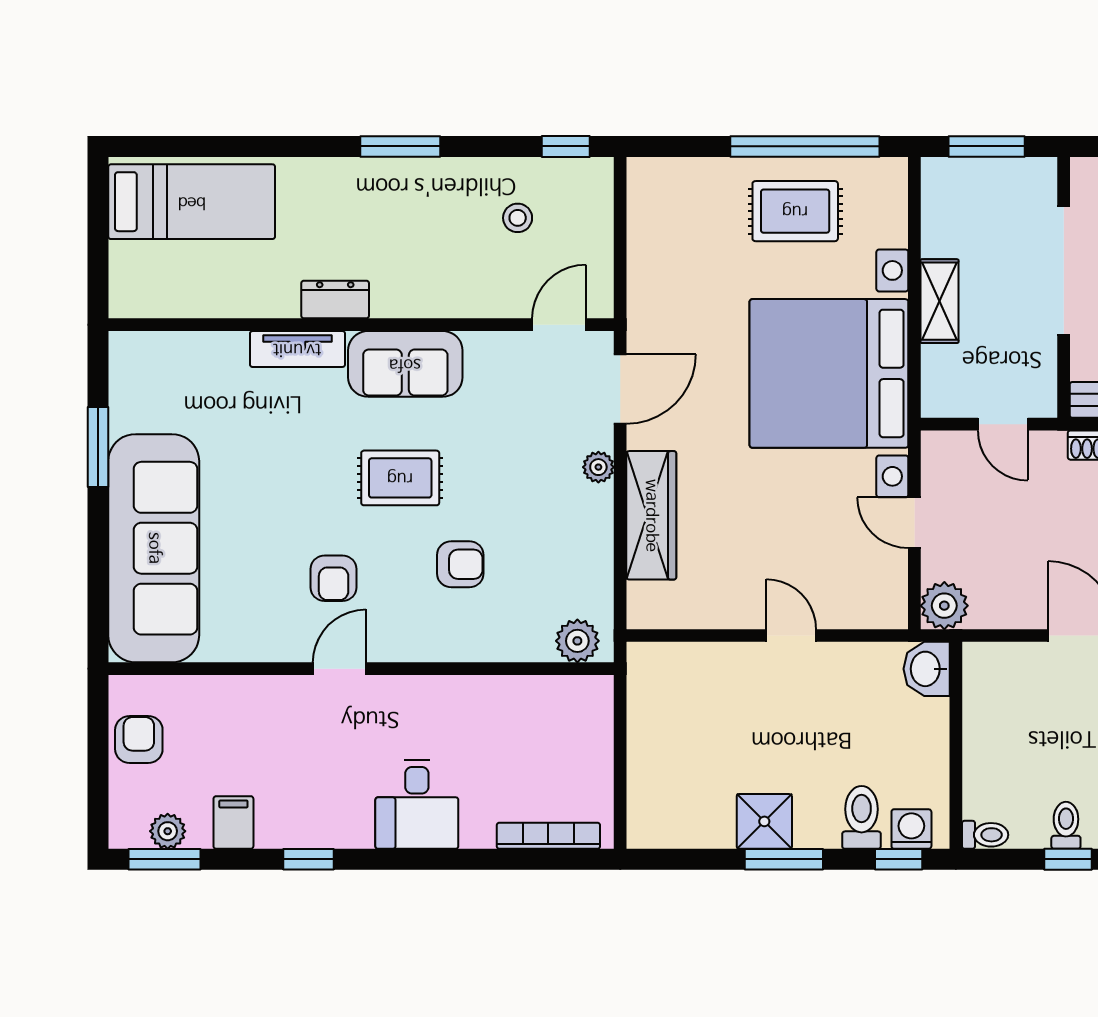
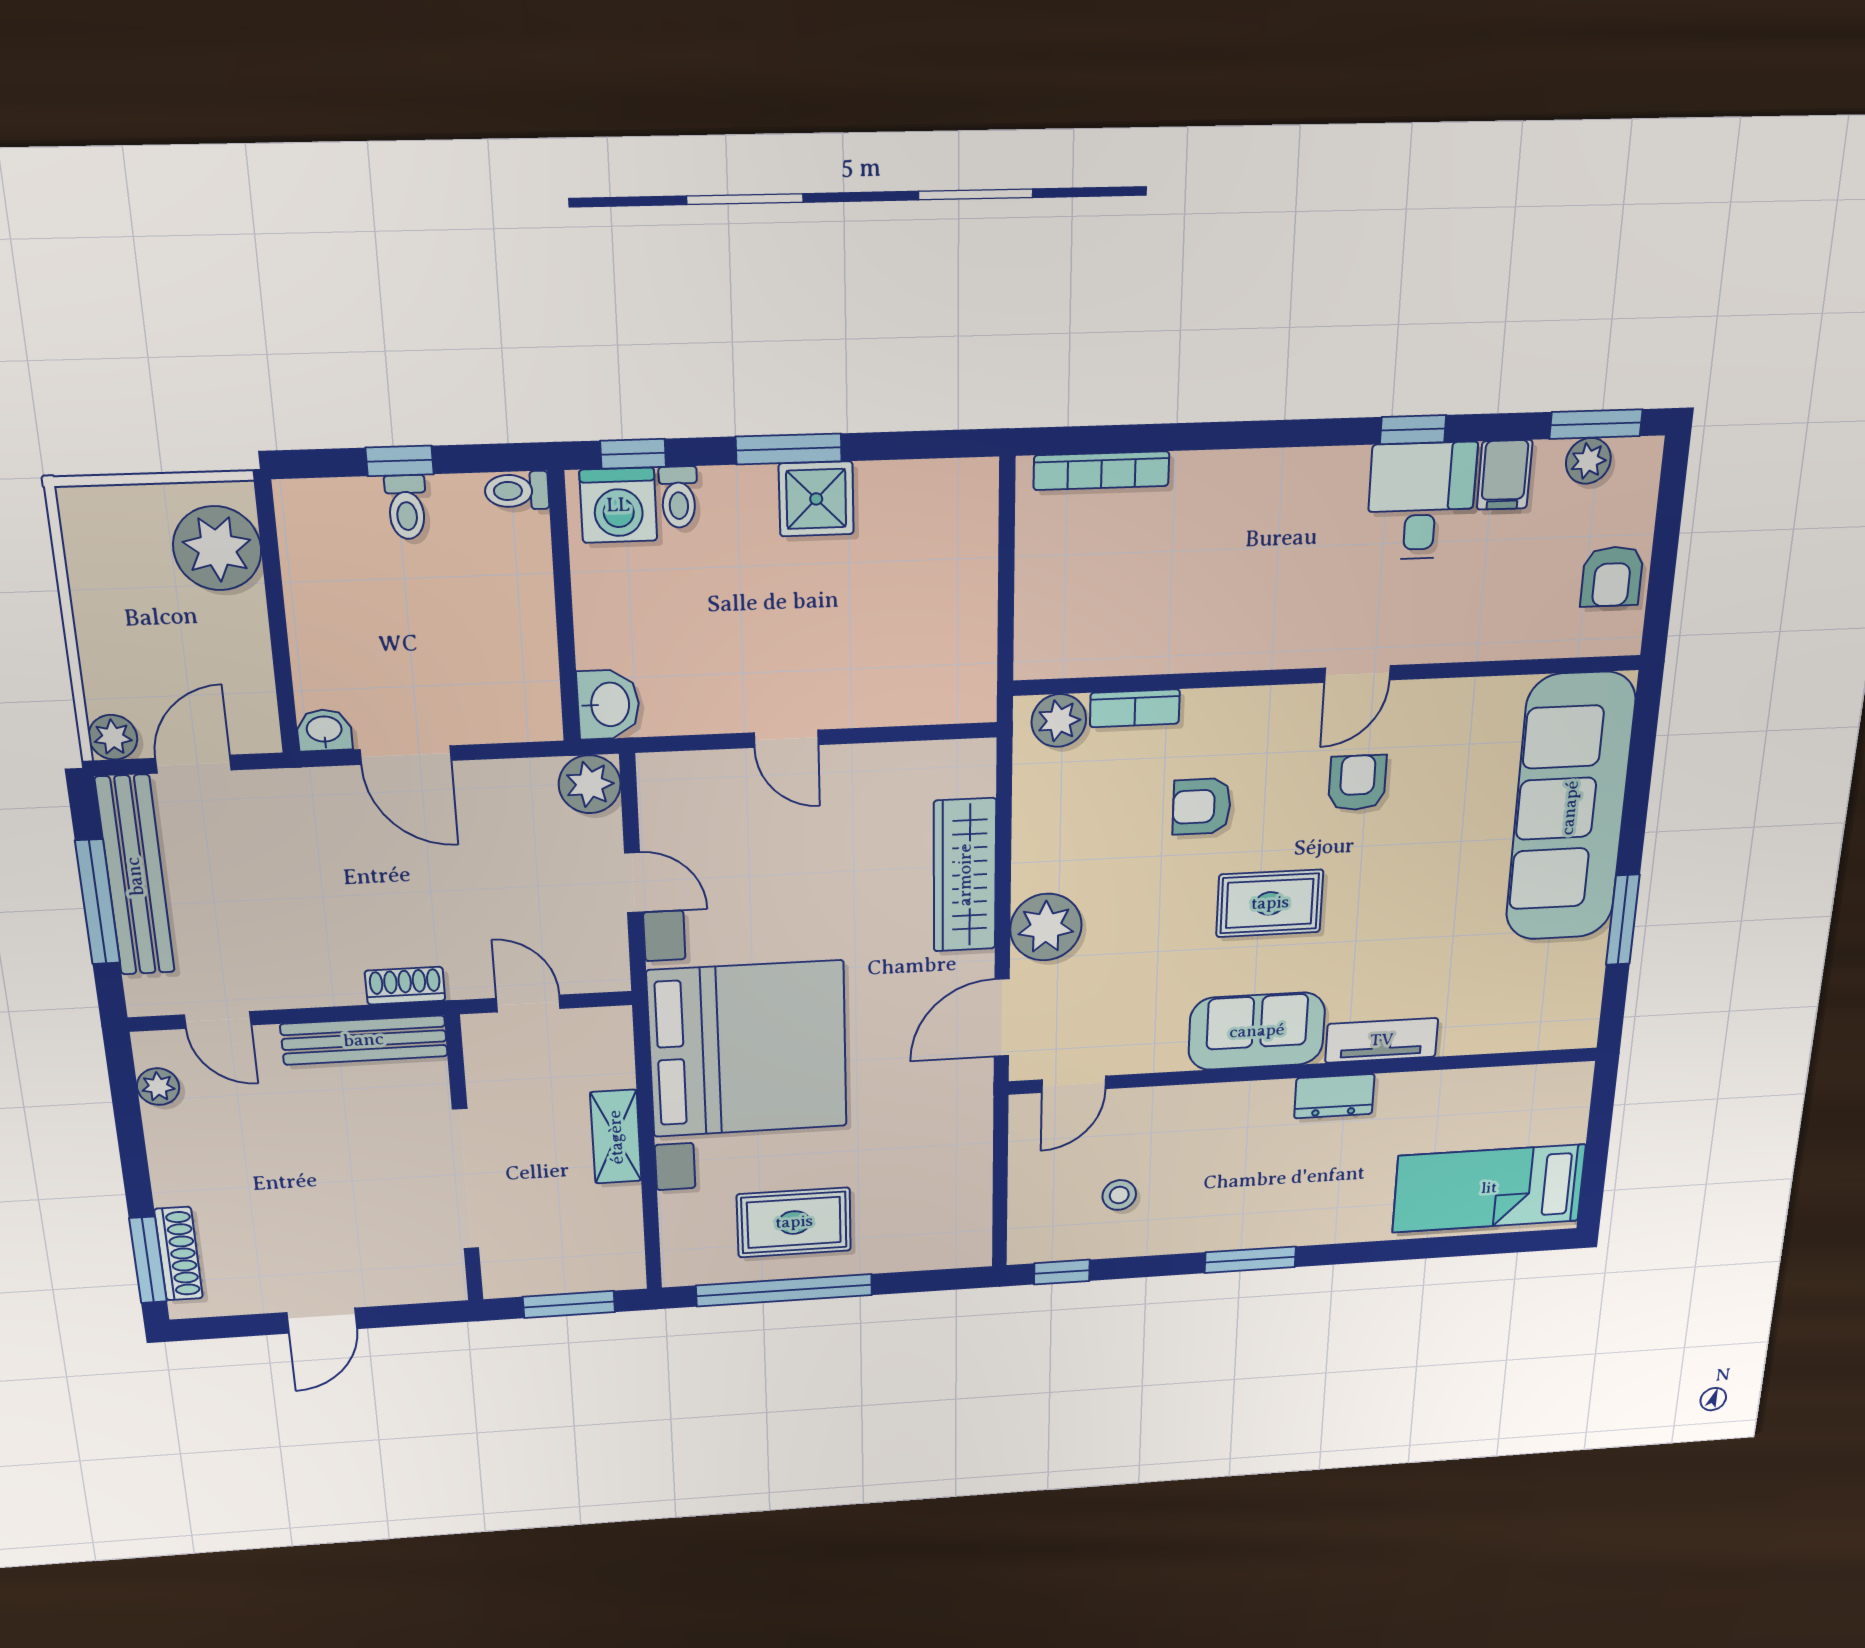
plant: (598, 467) -> (1046, 927), width x1.88, depth x1.88
bookcase: (517, 648) -> (1135, 708), added
desk: (417, 804) -> (1421, 501), moved
toilet: (862, 817) -> (679, 497), width x0.73, depth x0.72
washing machine: (911, 829) -> (618, 505), width x1.38, depth x1.38

